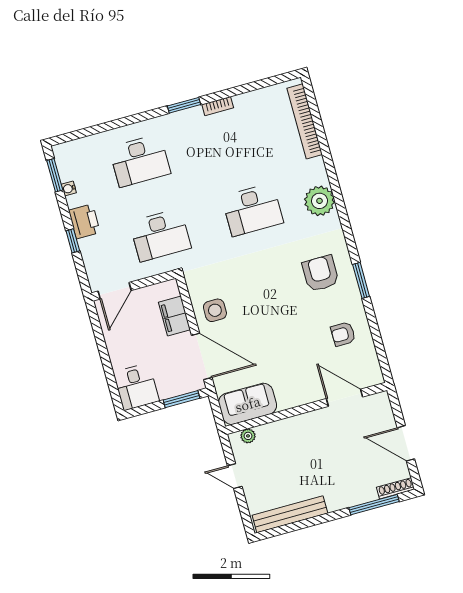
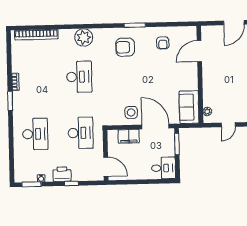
door: (202, 356) -> (155, 126), hinge flipped

